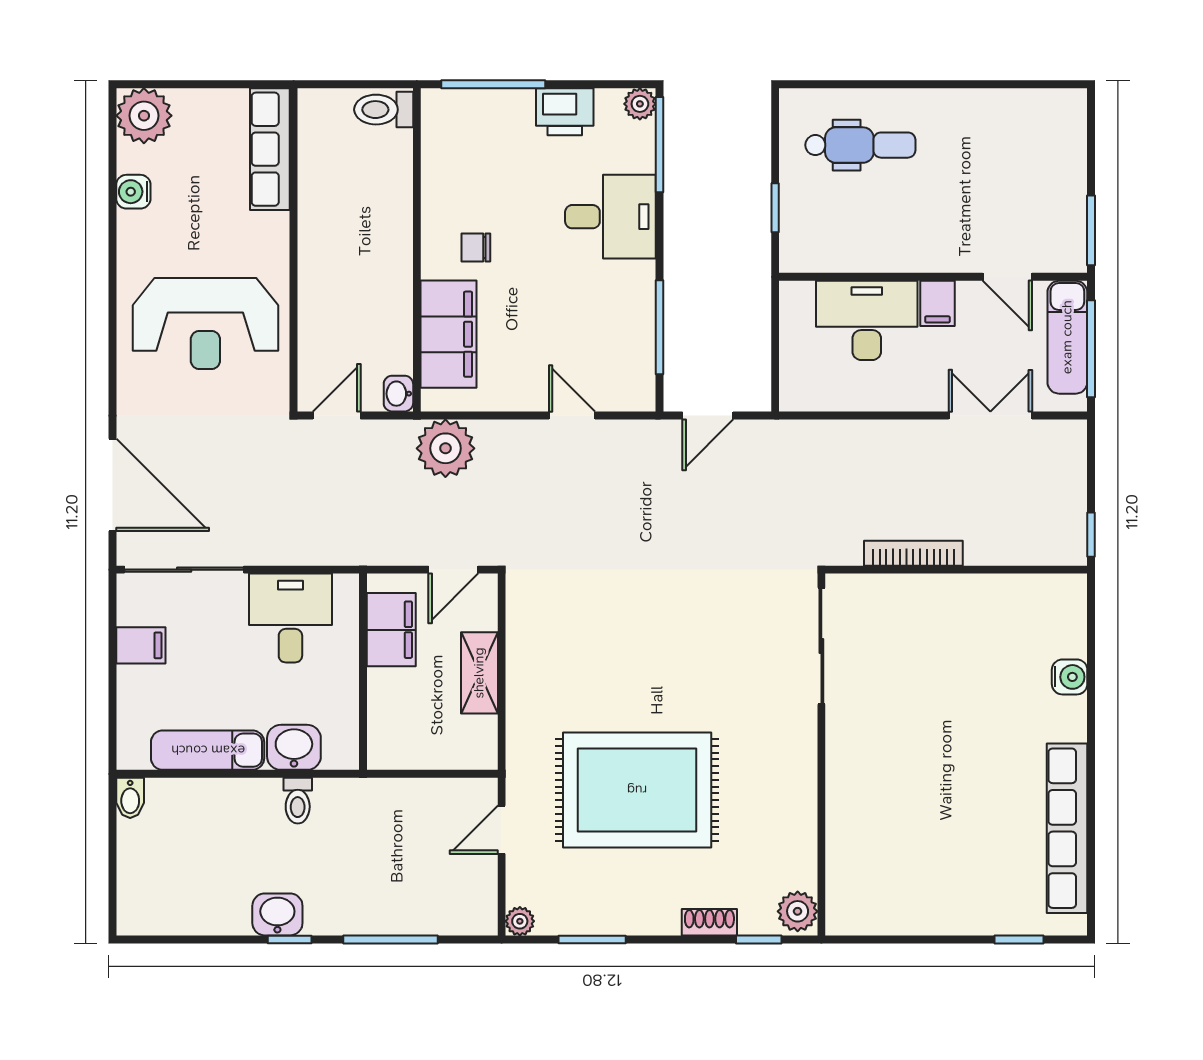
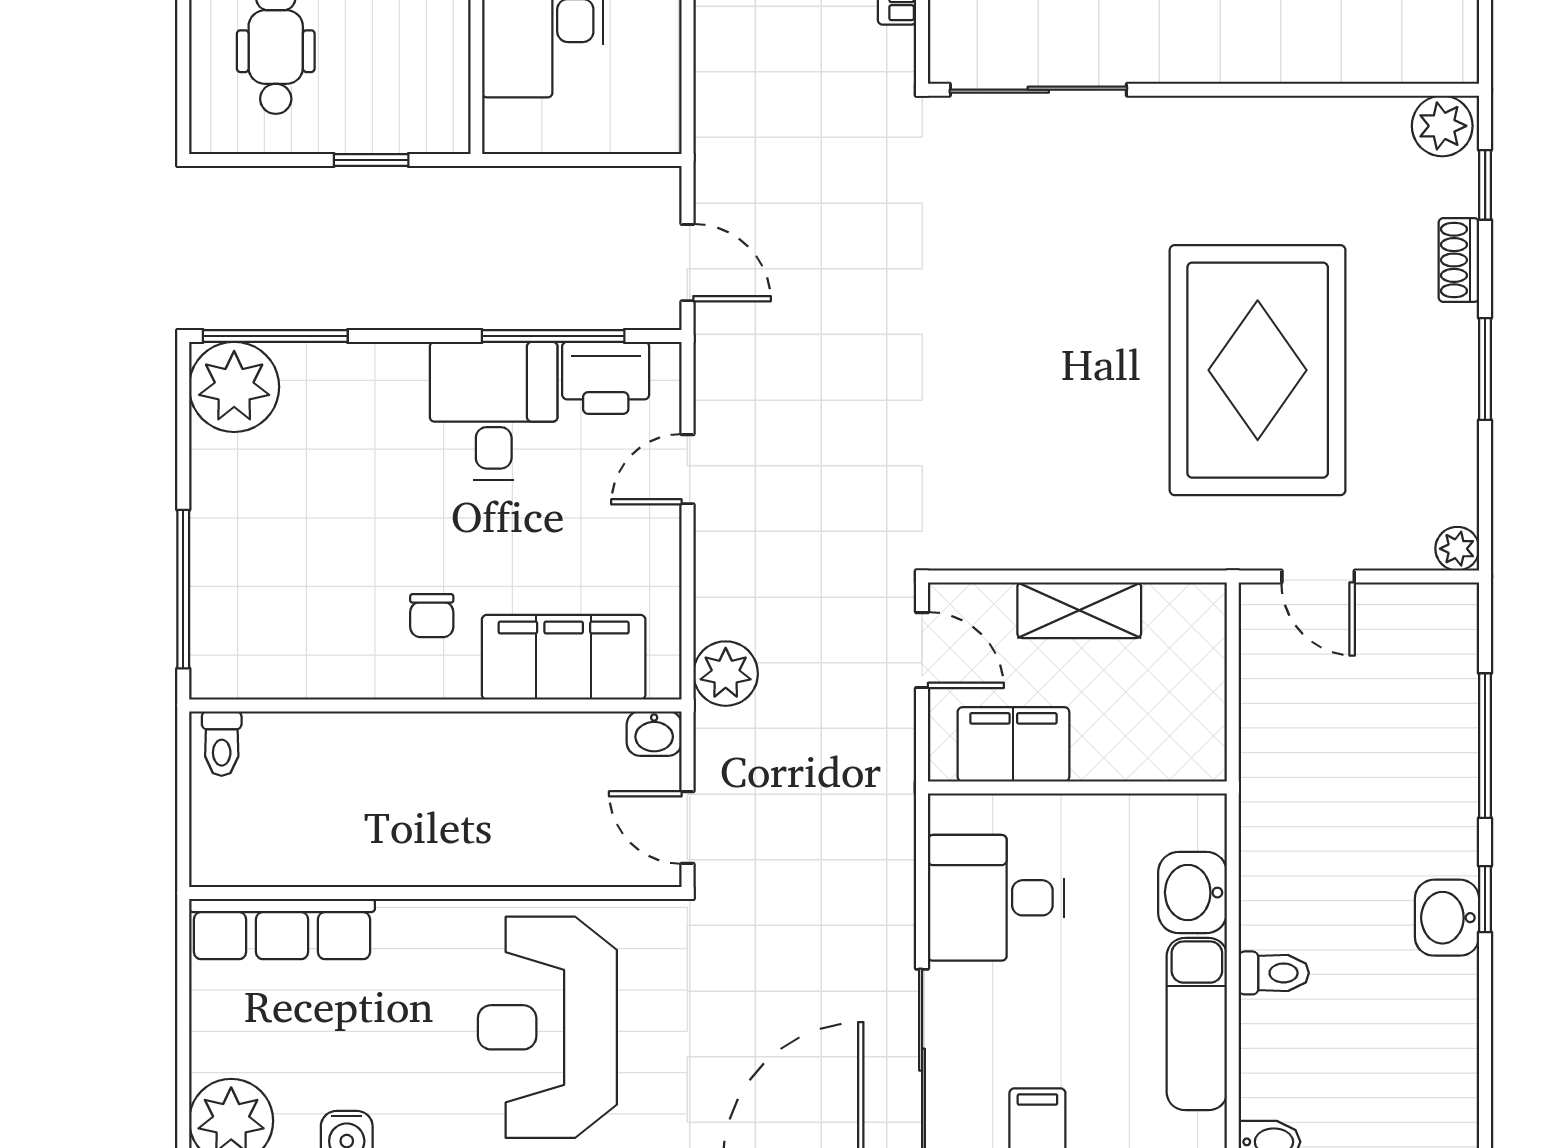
plant: (640, 104) -> (234, 387), width x1.87, depth x1.87
toilet: (384, 110) -> (222, 744), width x0.73, depth x0.72
printer: (565, 112) -> (606, 378), moved, turned 90
desk: (610, 217) -> (494, 411), moved
reception desk: (205, 323) -> (547, 1027), turned 180
plant: (445, 448) -> (726, 674), width x0.73, depth x0.73
toilet: (298, 801) -> (1274, 973), moved
window: (592, 939) -> (1485, 369), moved

